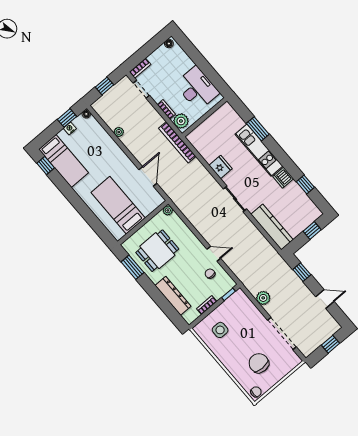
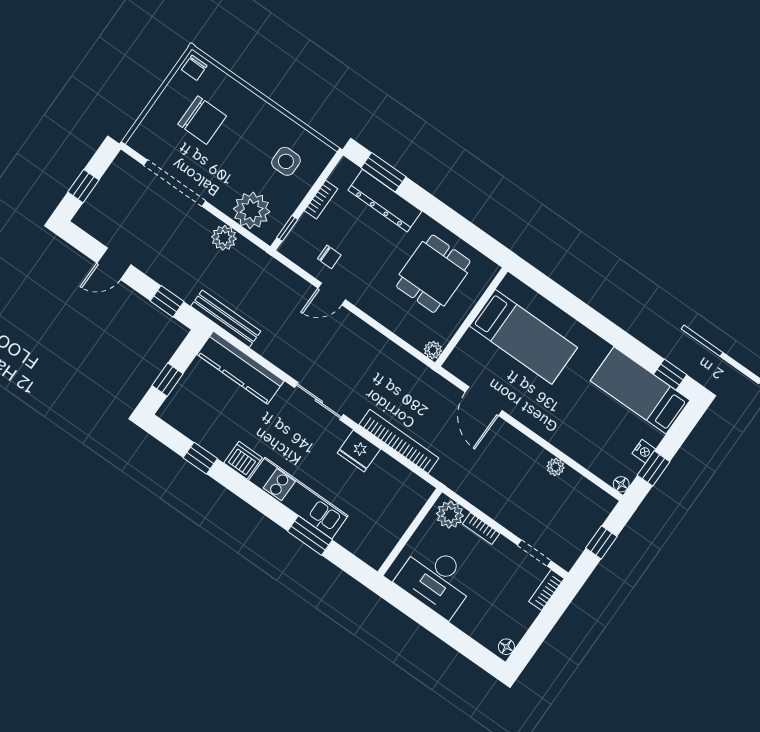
bookcase: (177, 142) -> (399, 441), moved
bench: (273, 255) -> (226, 319), added
window: (132, 267) -> (383, 172), moved
plant: (245, 309) -> (252, 210), added

